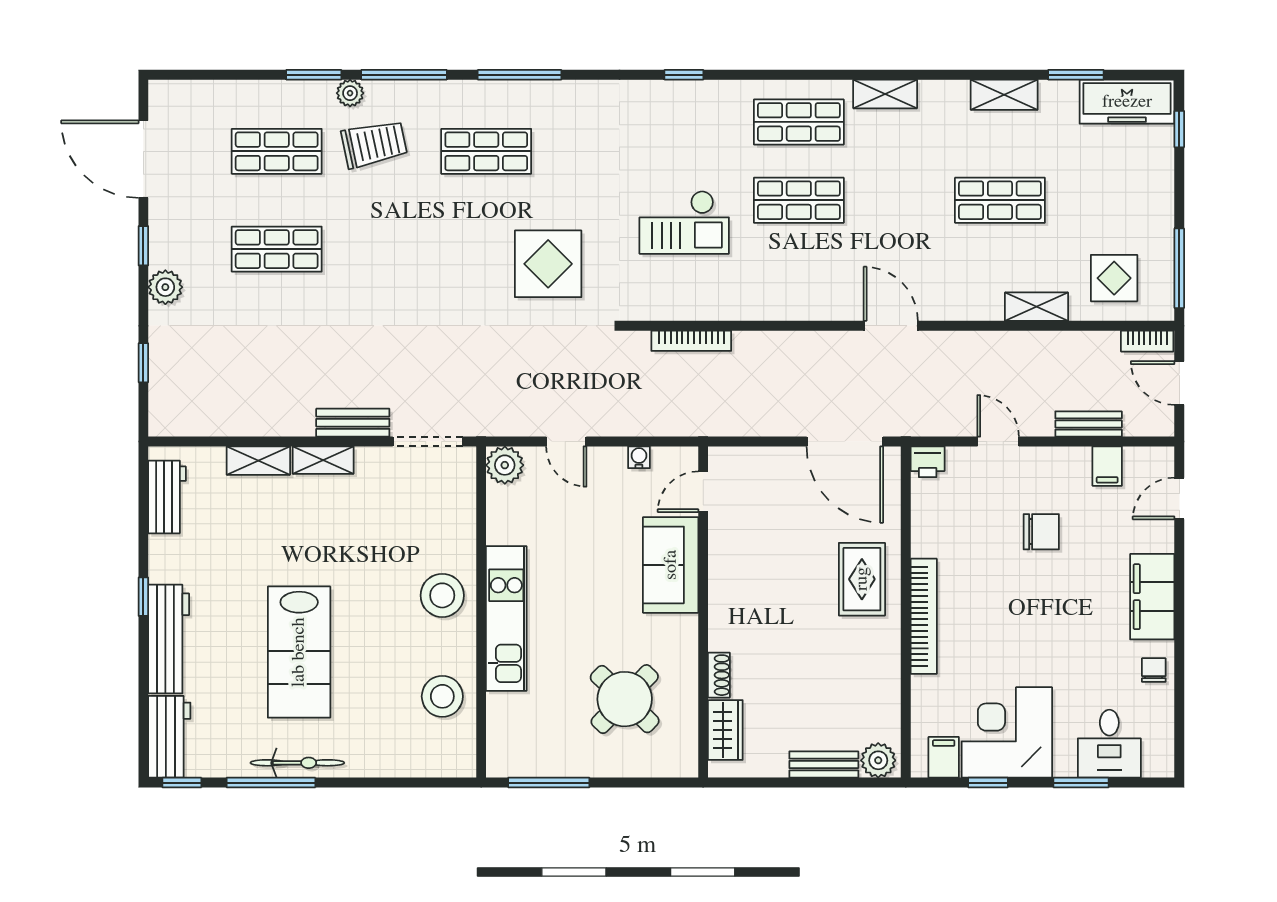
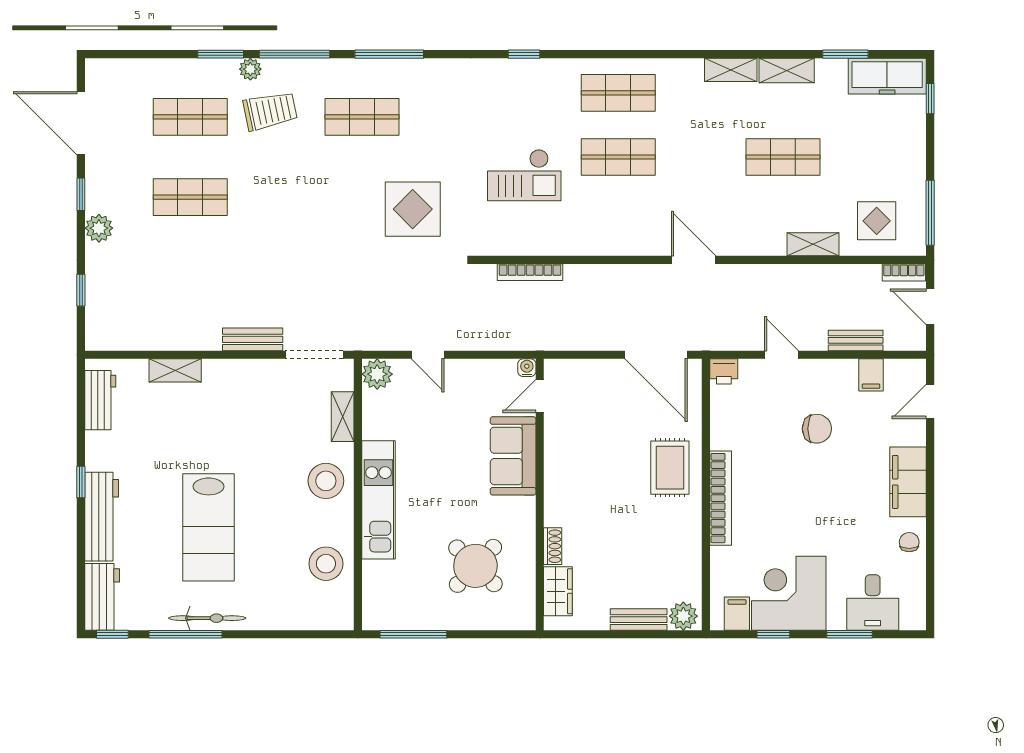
shelving: (885, 94) -> (731, 70), moved
water cooler: (639, 457) -> (527, 368), moved
shelving: (323, 460) -> (343, 417), moved, turned 90

